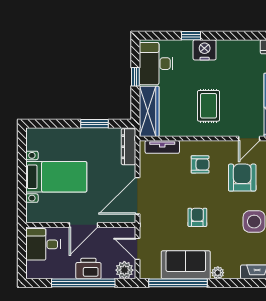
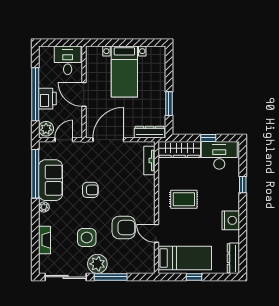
nightstand: (205, 50) -> (231, 220), moved
armchair: (200, 164) -> (135, 192), removed
door: (137, 196) -> (108, 140), hinge flipped

